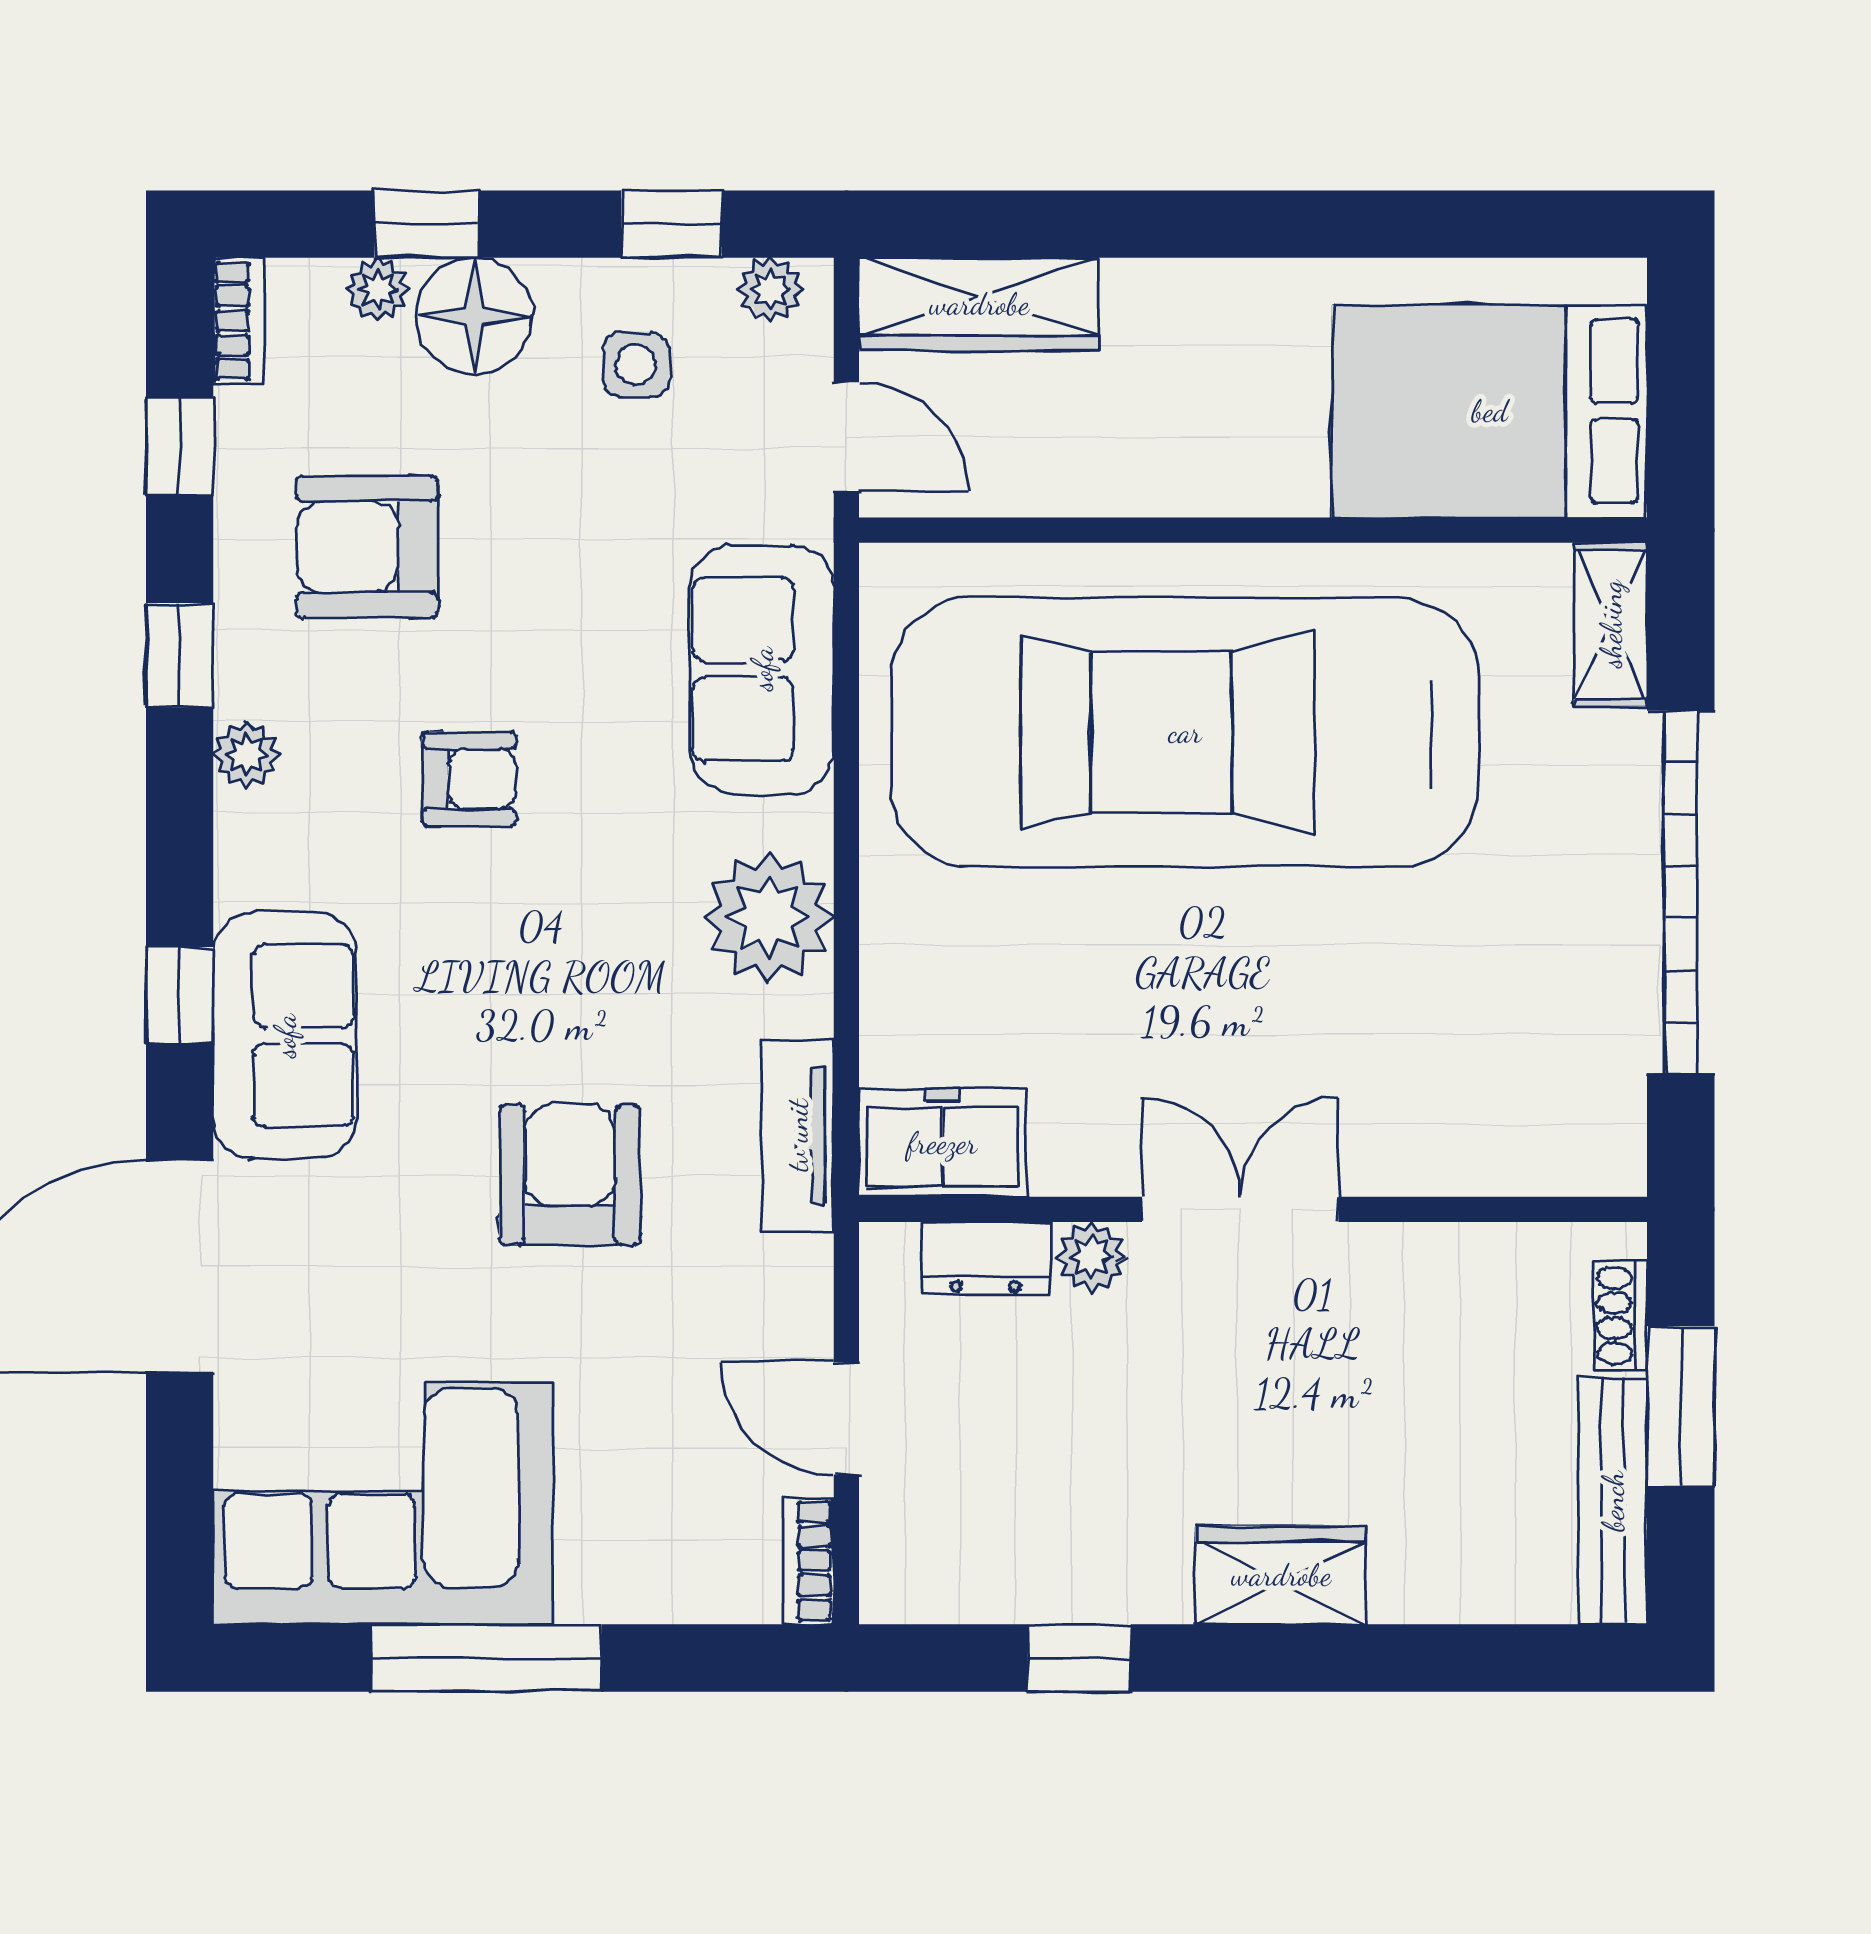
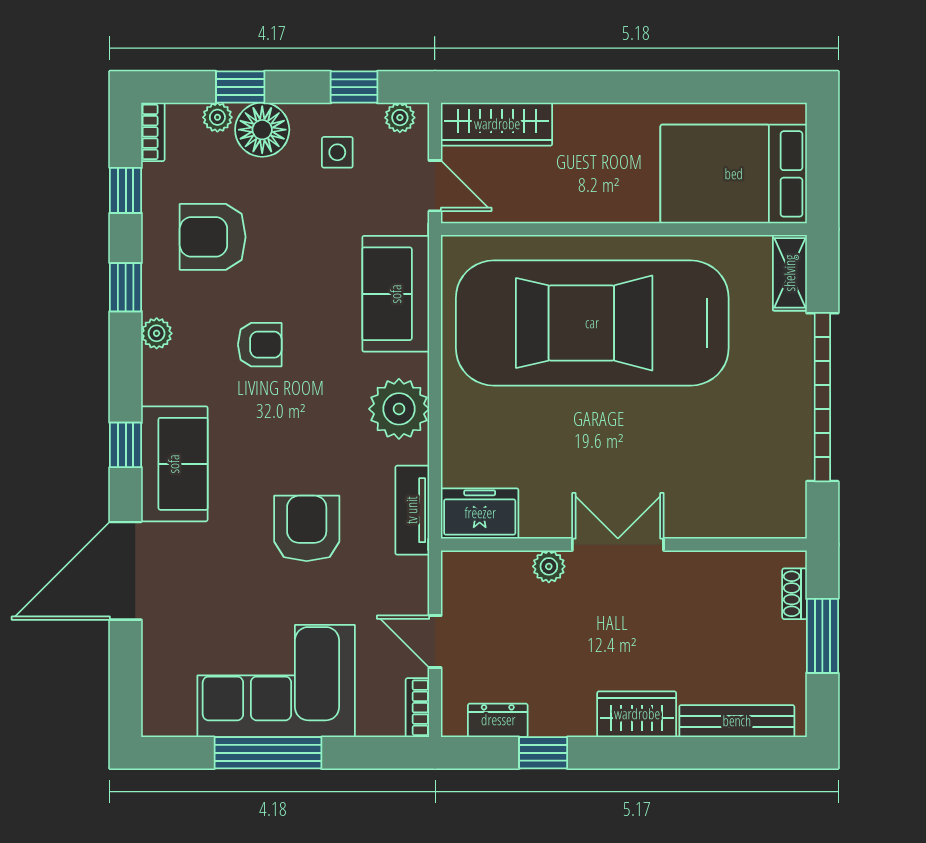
dresser: (986, 1258) -> (498, 720), moved, turned 180
bench: (1613, 1501) -> (737, 721), moved, turned 90
corner sofa: (383, 1503) -> (276, 681), moved

